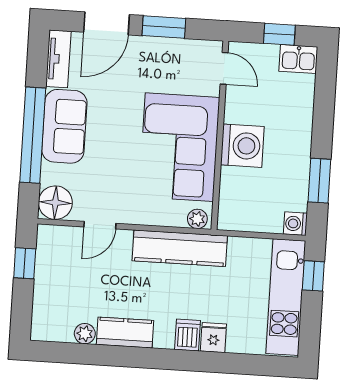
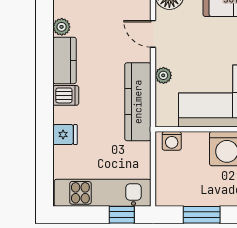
plant: (197, 219) -> (163, 75), moved
washing machine: (295, 224) -> (172, 141), moved, turned 180
dishwasher: (188, 335) -> (66, 95), moved

